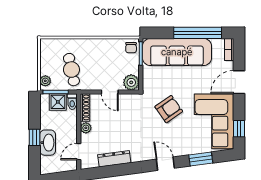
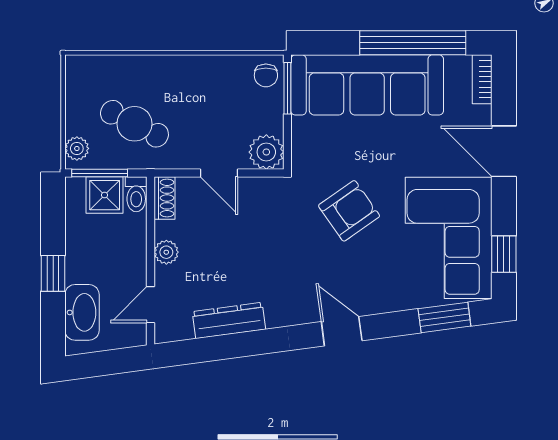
cafe table: (71, 70) -> (134, 124), turned -51
door: (239, 82) -> (504, 151), hinge flipped
shoe rack: (85, 107) -> (165, 198), width x0.70
washbasin: (48, 143) -> (82, 312), moved
window: (201, 159) -> (444, 317), moved

